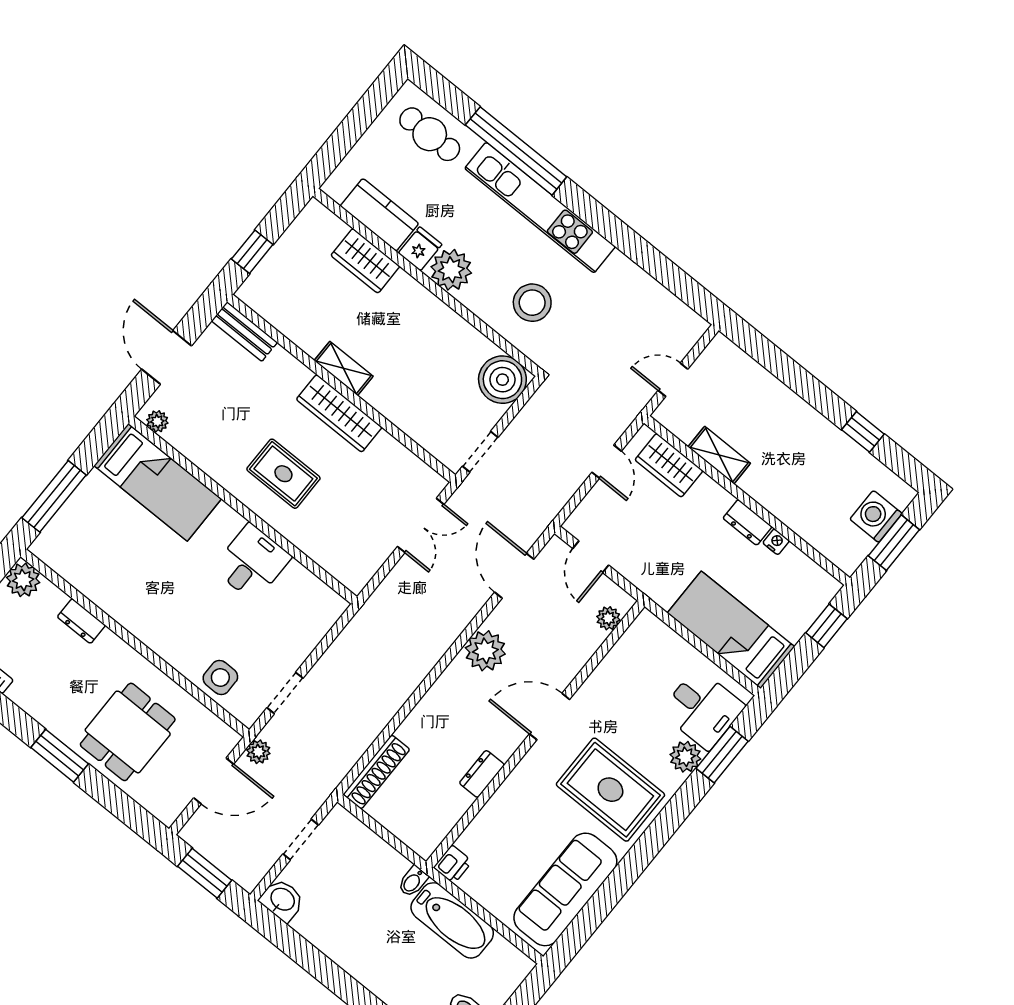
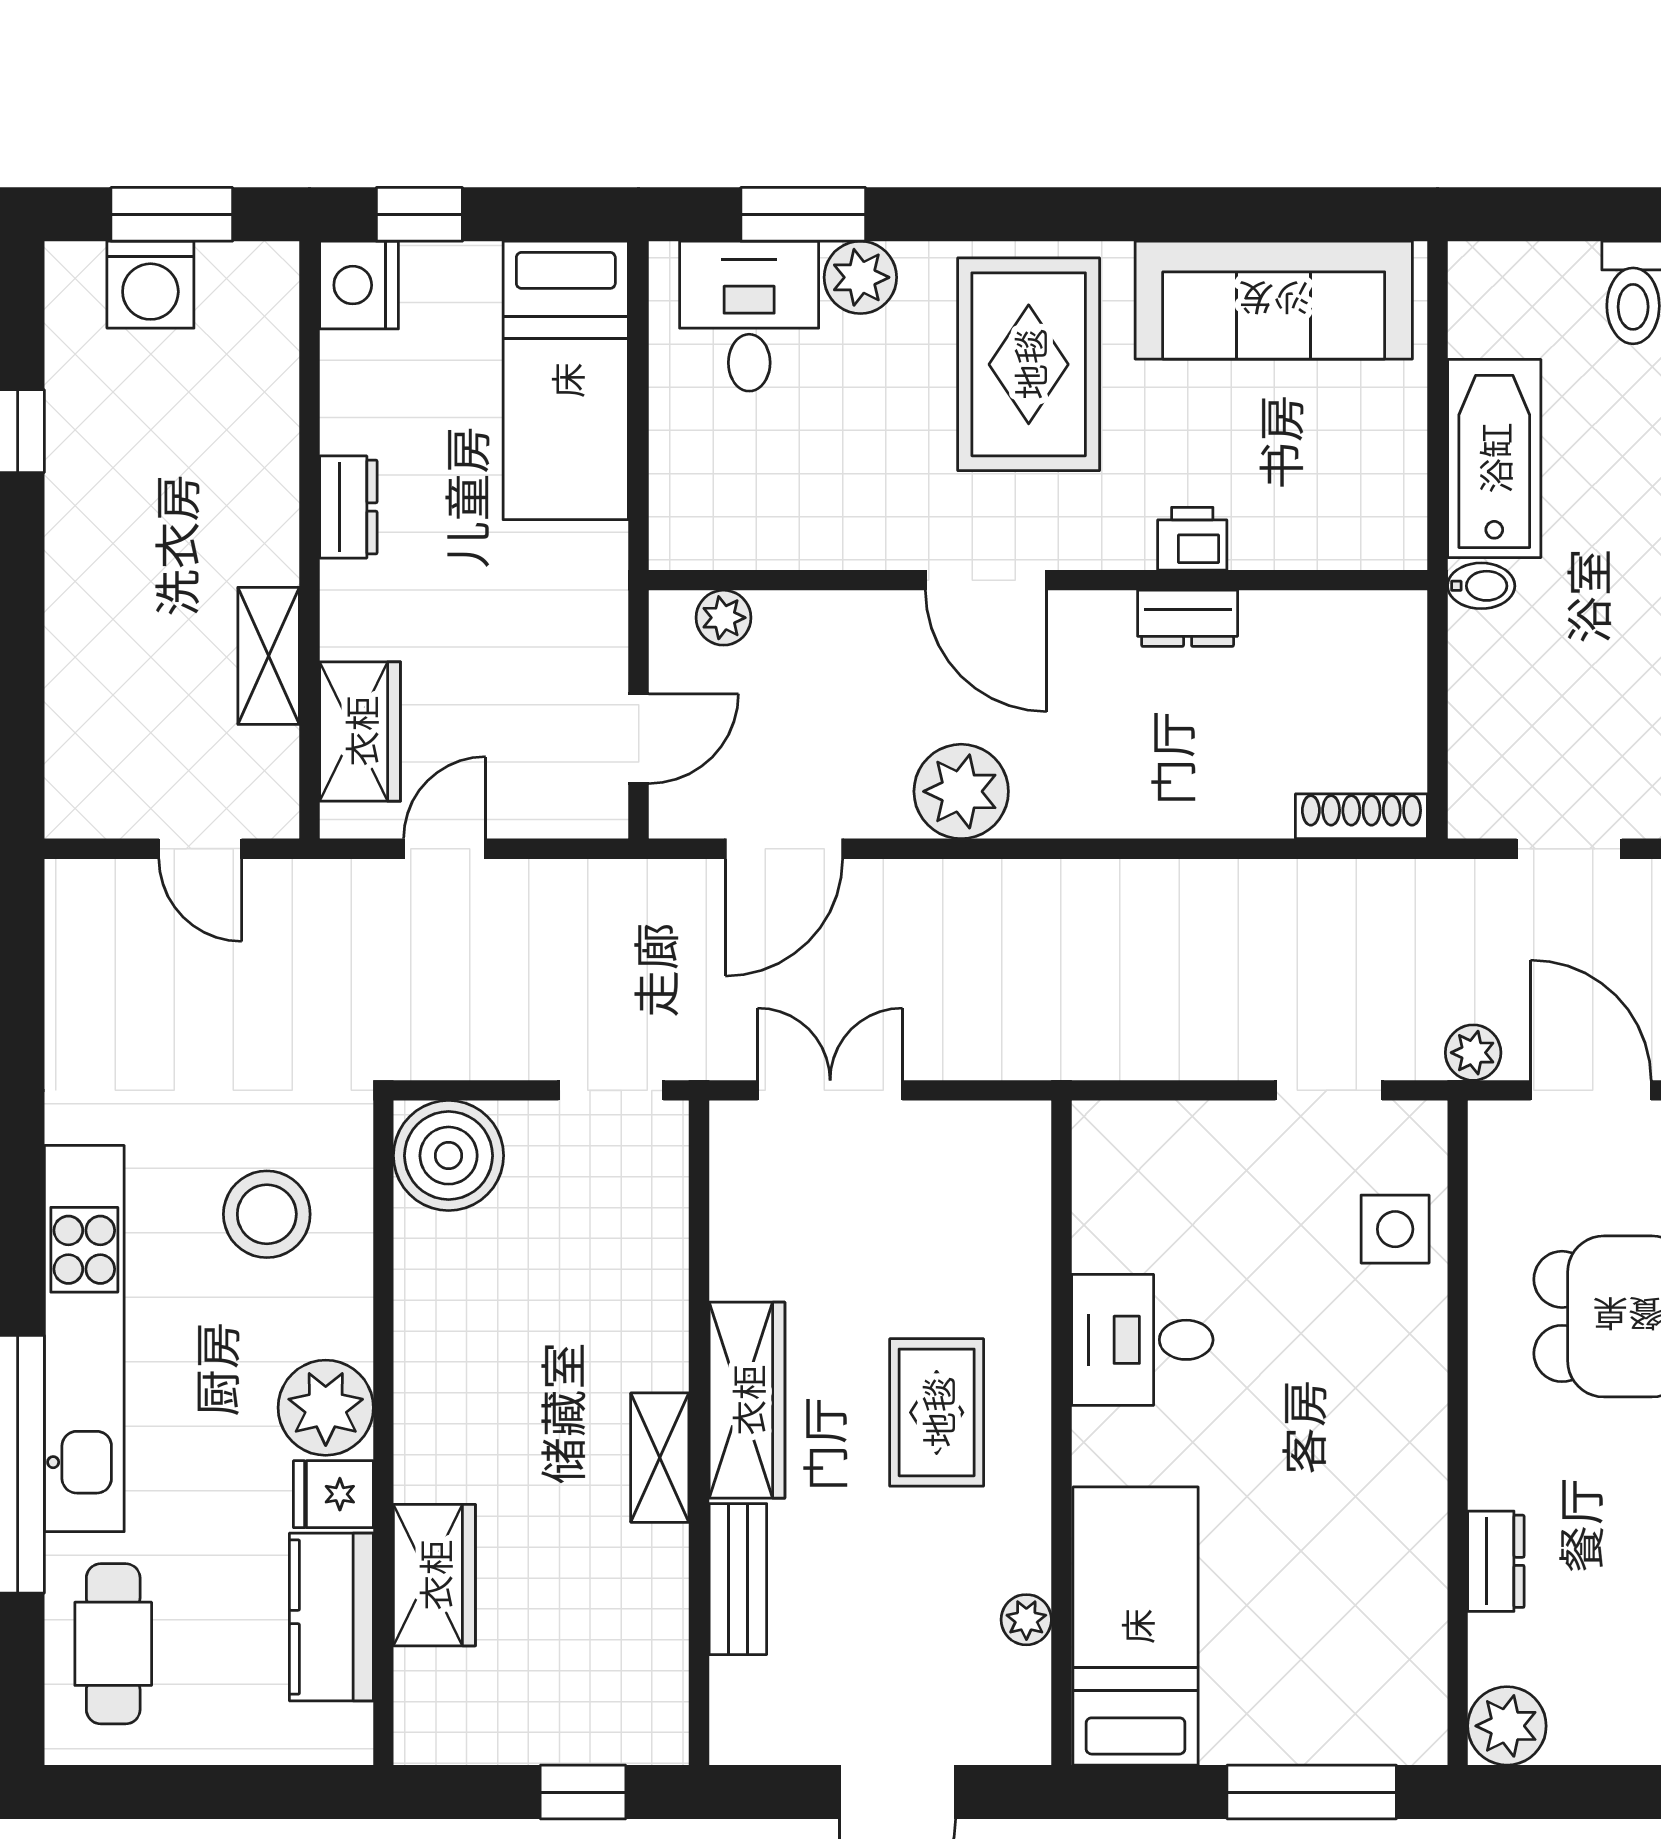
bench: (244, 332) -> (738, 1579), moved
plant: (157, 421) -> (1026, 1620), moved
nightstand: (776, 542) -> (359, 285), moved, width x1.89, depth x1.79
shoe rack: (376, 772) -> (1361, 816), width x0.74, depth x0.81
printer: (453, 865) -> (1192, 539), moved

